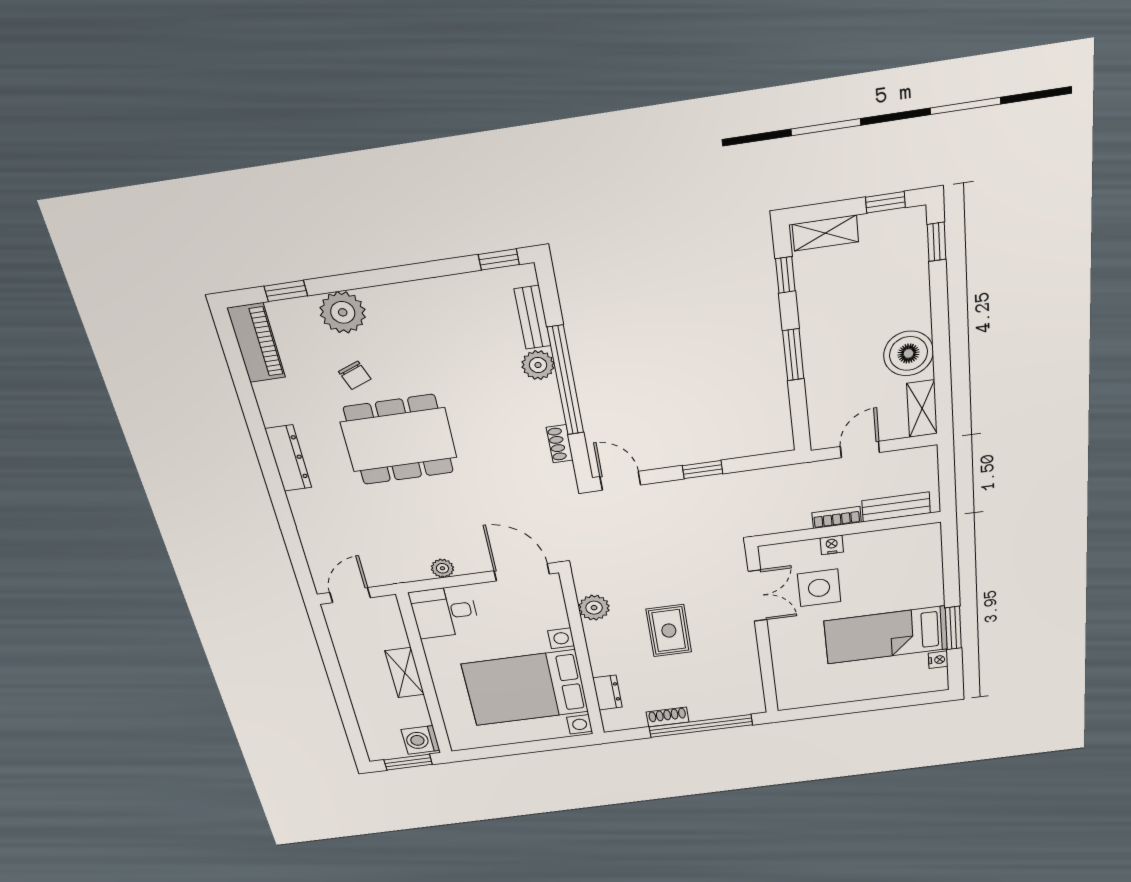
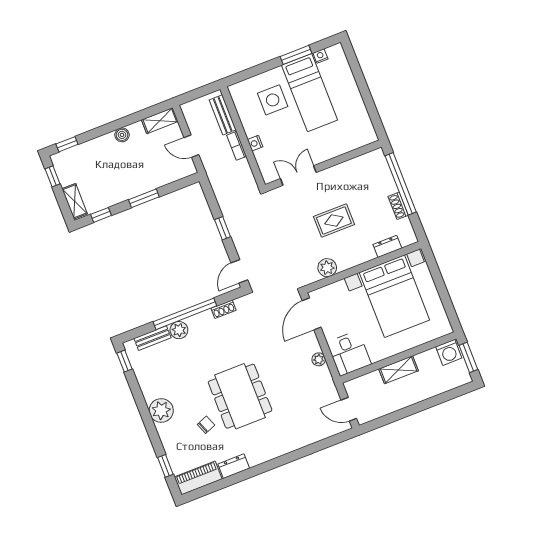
plant: (343, 312) -> (161, 410), moved
boiler: (908, 353) -> (122, 135), width x0.54, depth x0.54
dresser: (288, 458) -> (234, 466), moved, width x0.70
side table: (819, 588) -> (273, 100), moved

